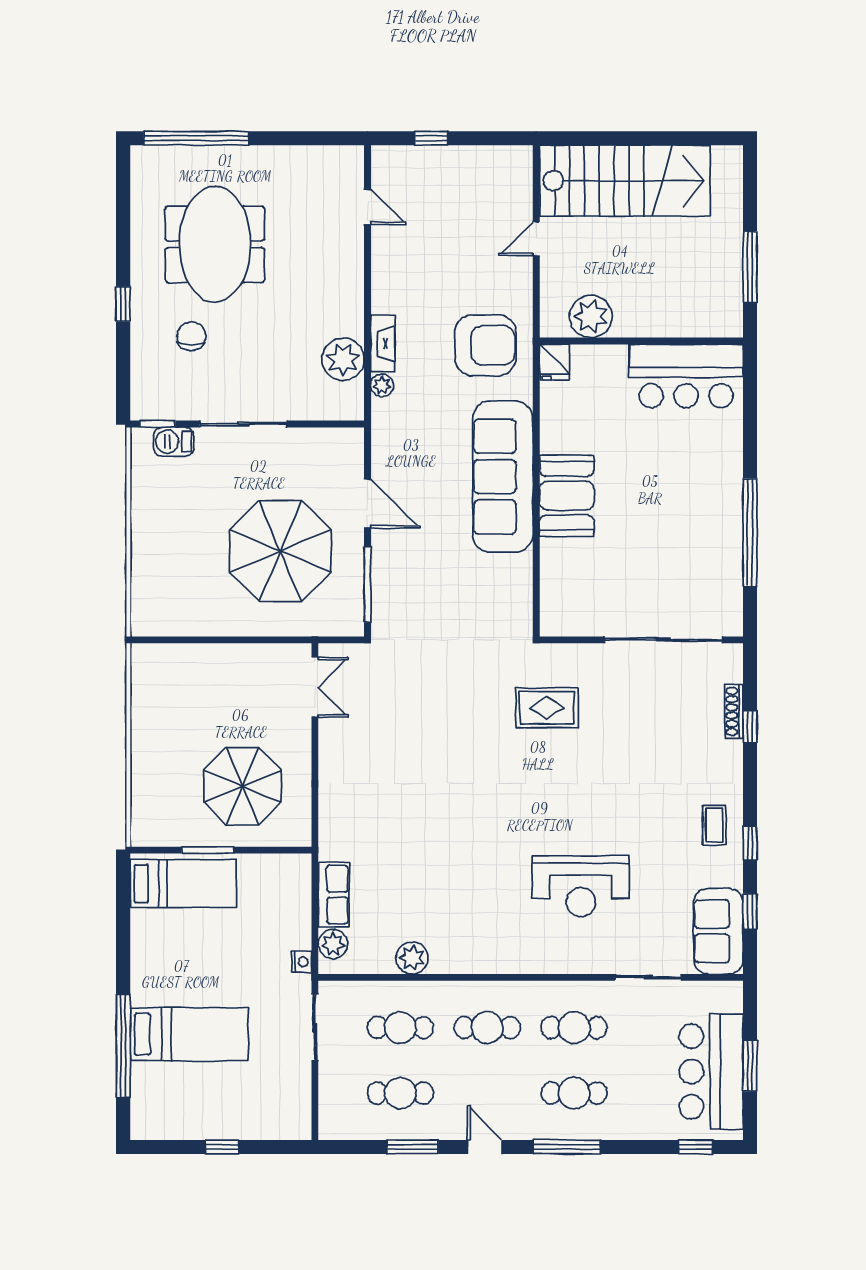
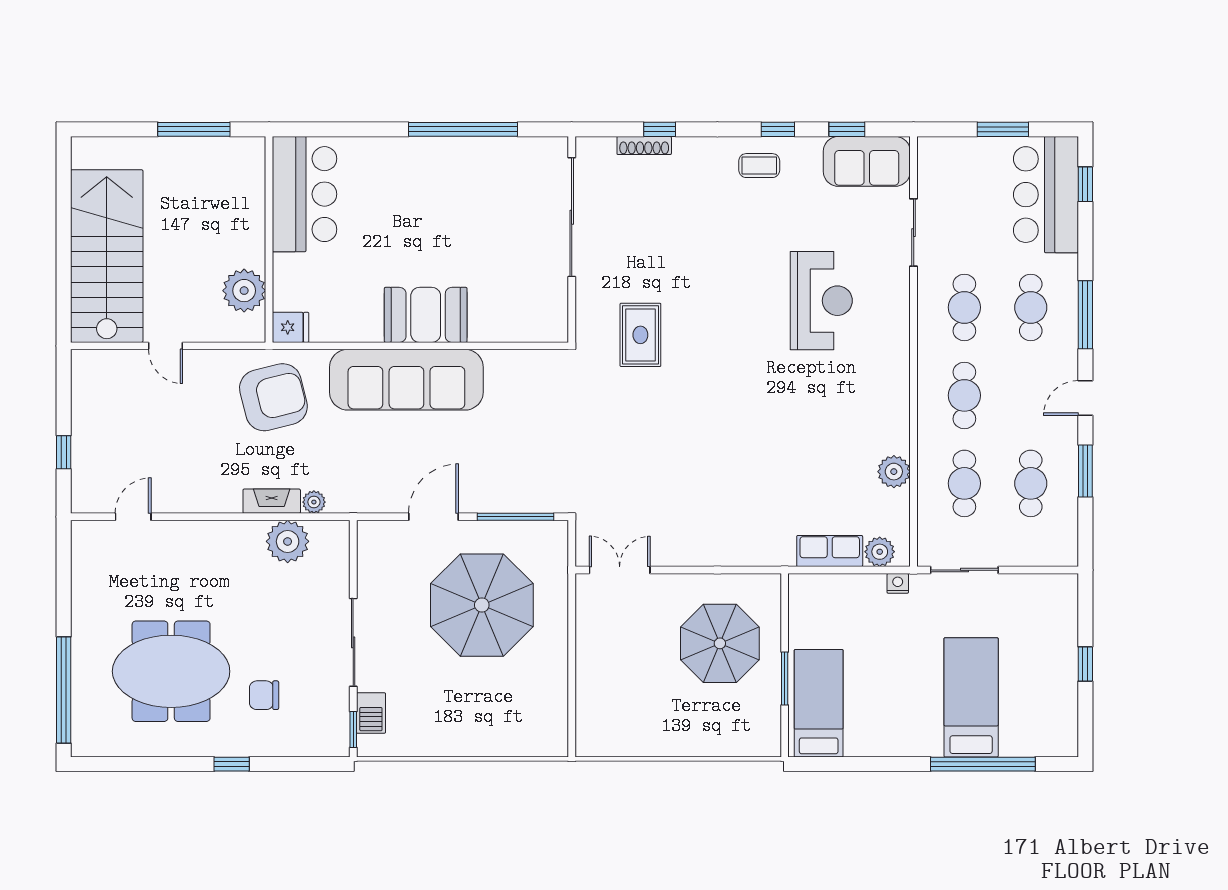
armchair: (485, 345) -> (273, 397), turned 76
bar counter: (711, 1071) -> (1046, 195), moved, turned 90

